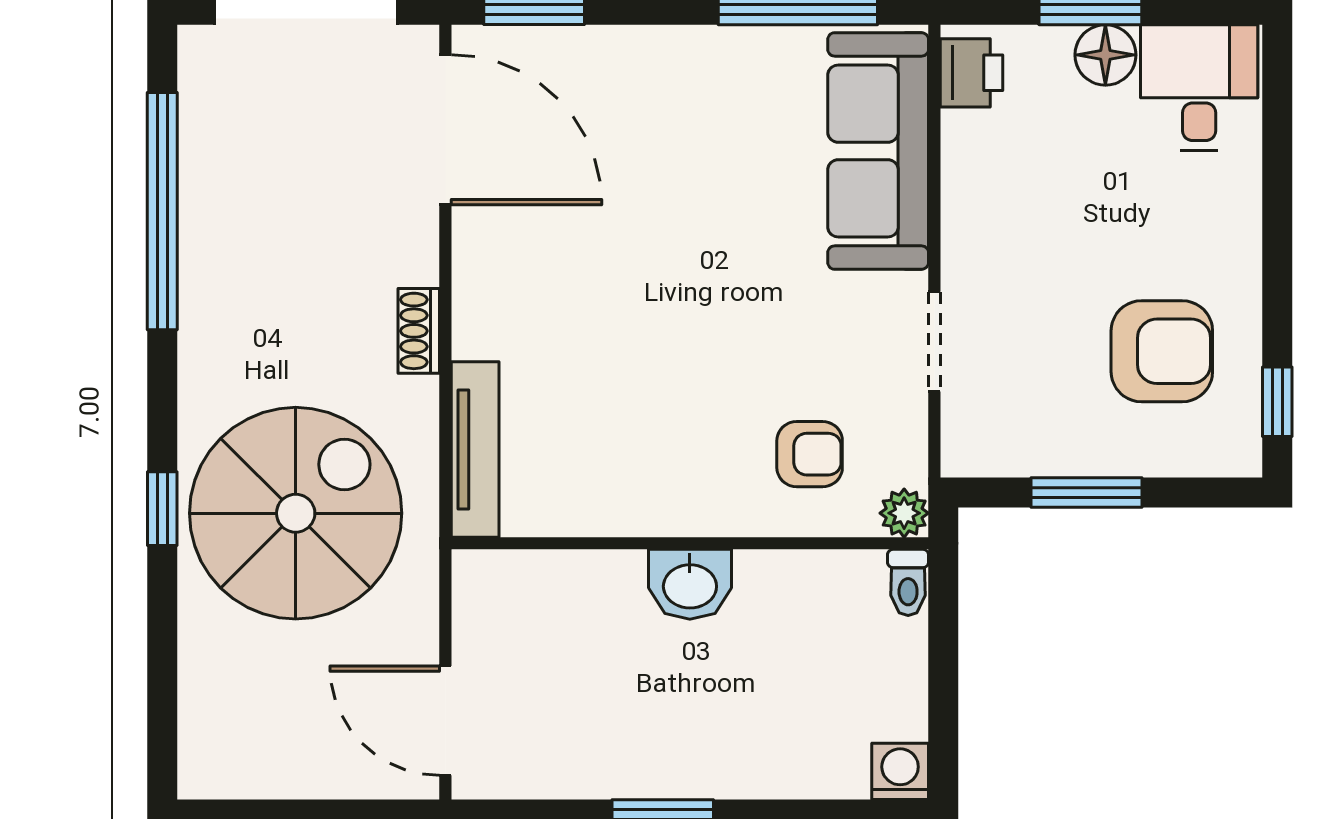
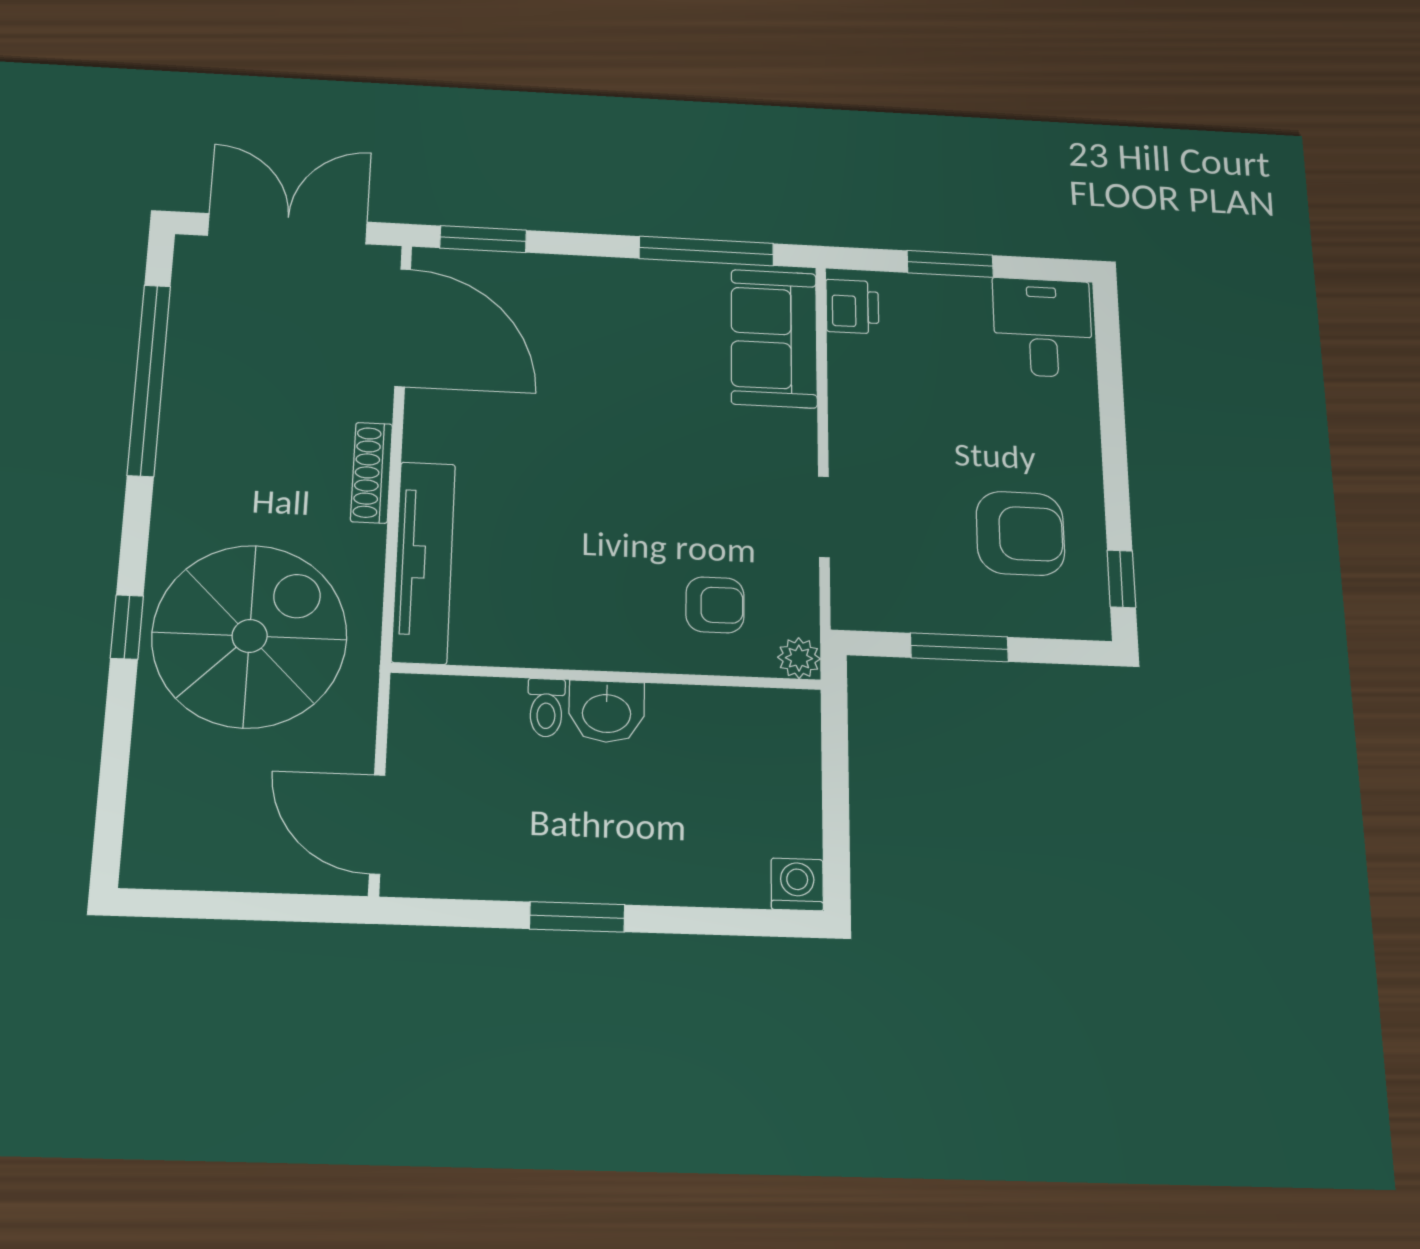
floor lamp: (1105, 55) -> (964, 299), removed
sofa: (878, 151) -> (774, 338), width x0.73
shoe rack: (419, 331) -> (372, 473), width x1.43
tv unit: (475, 450) -> (424, 562), width x1.36, depth x1.29
toilet: (908, 582) -> (546, 708), moved

